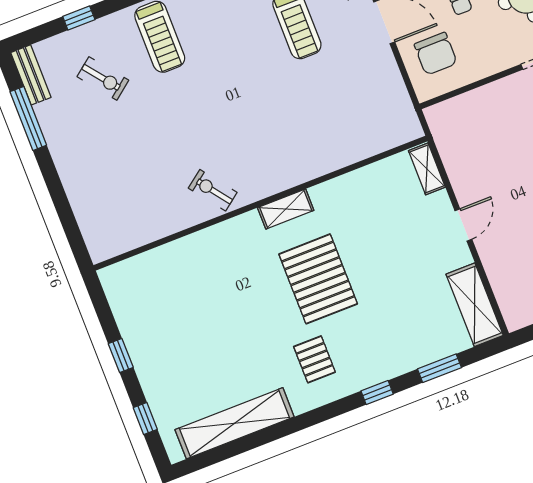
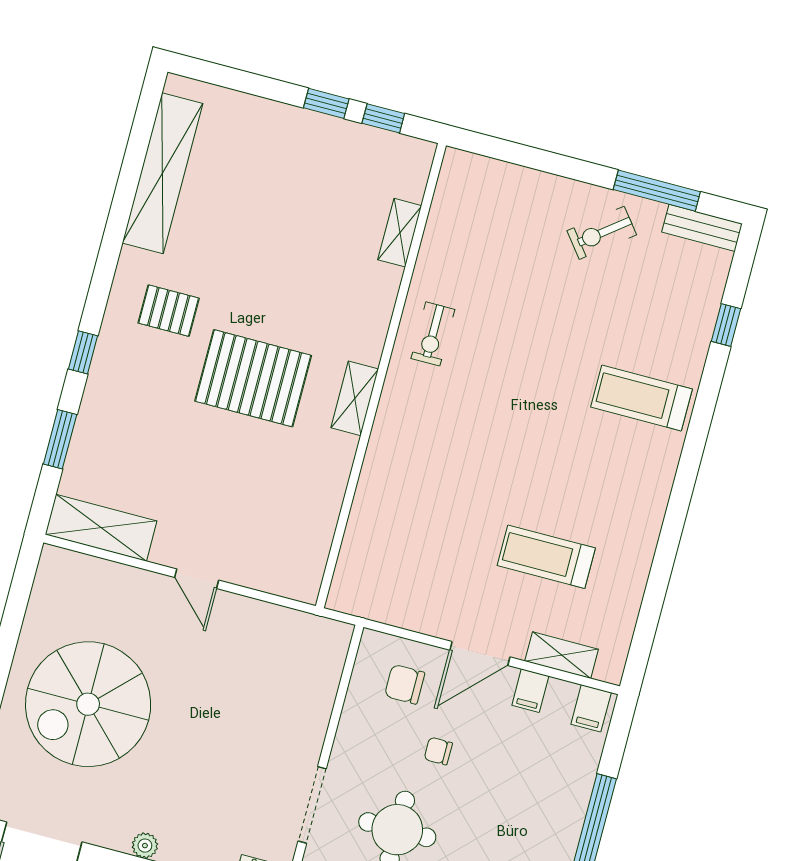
chair: (436, 54) -> (405, 684), width x0.73, depth x0.73
exercise bike: (103, 78) -> (602, 233), moved
shelving: (427, 169) -> (400, 233), moved, turned 90
exercise bike: (213, 190) -> (433, 334), turned 127
window: (145, 419) -> (383, 118), moved

